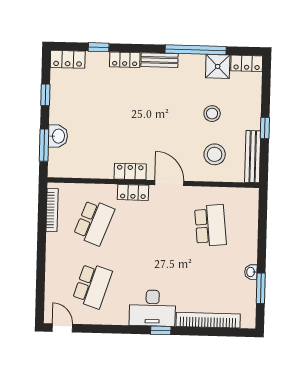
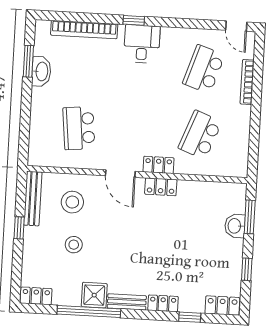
shower: (218, 66) -> (94, 295), moved
bookcase: (52, 210) -> (247, 82), moved
washbasin: (251, 272) -> (41, 71), width x1.91, depth x1.45
desk: (152, 308) -> (142, 44), width x0.73

